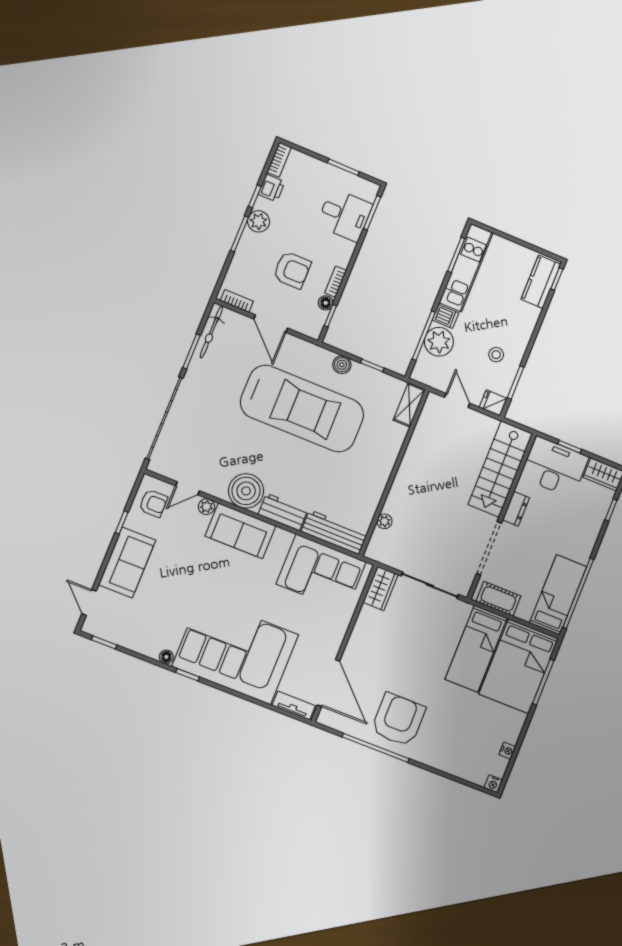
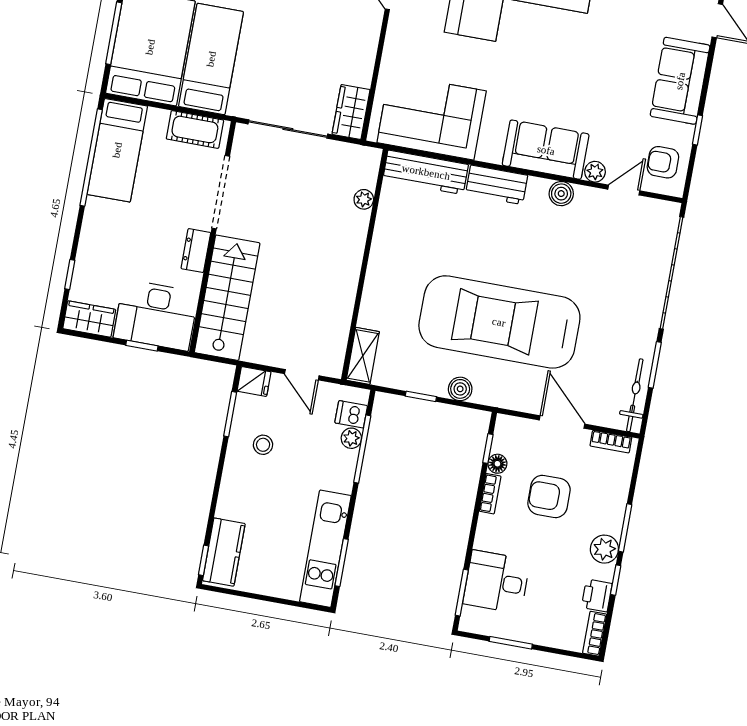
dishwasher: (445, 317) -> (351, 414), moved
plant: (439, 342) -> (351, 438), width x0.53, depth x0.53
boiler: (246, 491) -> (561, 194), width x0.54, depth x0.54

